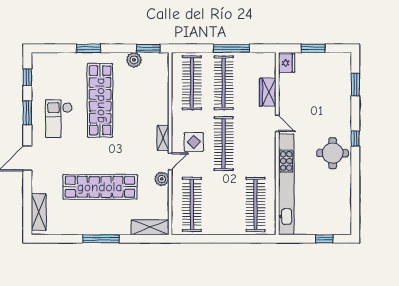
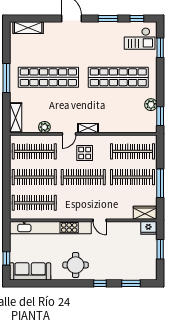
window: (89, 48) -> (160, 48), moved
wardrobe: (268, 92) -> (145, 213), moved
checkout: (59, 119) -> (140, 39), moved, turned 180
door: (277, 123) -> (100, 220), hinge flipped
window: (355, 139) -> (100, 283), moved
door: (170, 161) -> (69, 134), hinge flipped
plant: (162, 179) -> (44, 127), moved
shop shelf: (100, 187) -> (48, 77), turned 90
clothes rail: (224, 204) -> (34, 177), added
sofa: (341, 209) -> (30, 271), added

